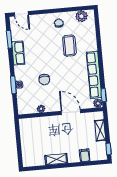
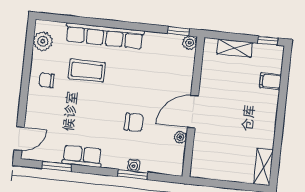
row of seats: (94, 75) -> (105, 36), moved
door: (71, 112) -> (193, 112), moved
shelving: (56, 159) -> (263, 167), moved

